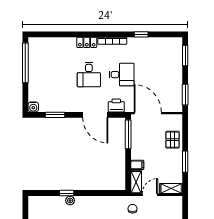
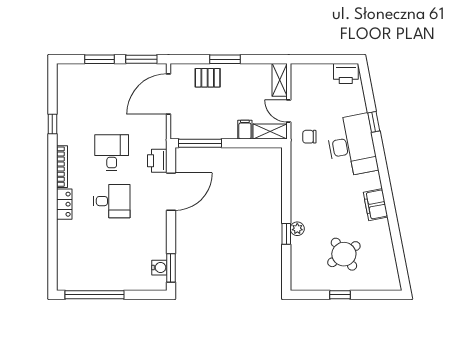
window: (185, 55) -> (100, 59), moved
water cooler: (33, 107) -> (159, 268), moved
door: (148, 113) -> (169, 94), moved
window: (55, 115) -> (171, 268), moved
window: (185, 162) -> (225, 59), moved

